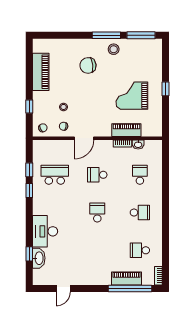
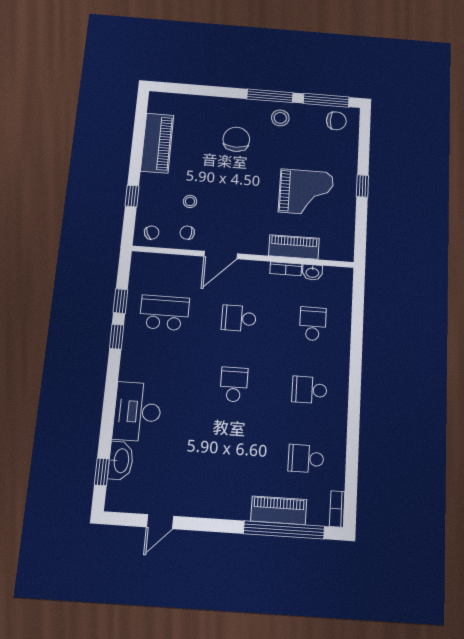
chair: (148, 48) -> (336, 121), added
chair: (88, 65) -> (236, 139), turned 96
grand piano: (132, 96) -> (306, 192), turned 180
school desk: (140, 213) -> (309, 390), turned 180
window: (29, 254) -> (102, 472), moved

